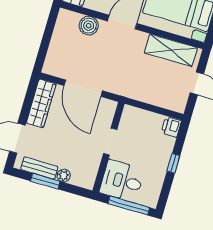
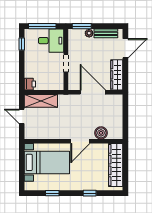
shelving: (171, 50) -> (41, 101), moved
window: (173, 163) -> (22, 44), moved
window: (45, 181) -> (82, 26), moved

